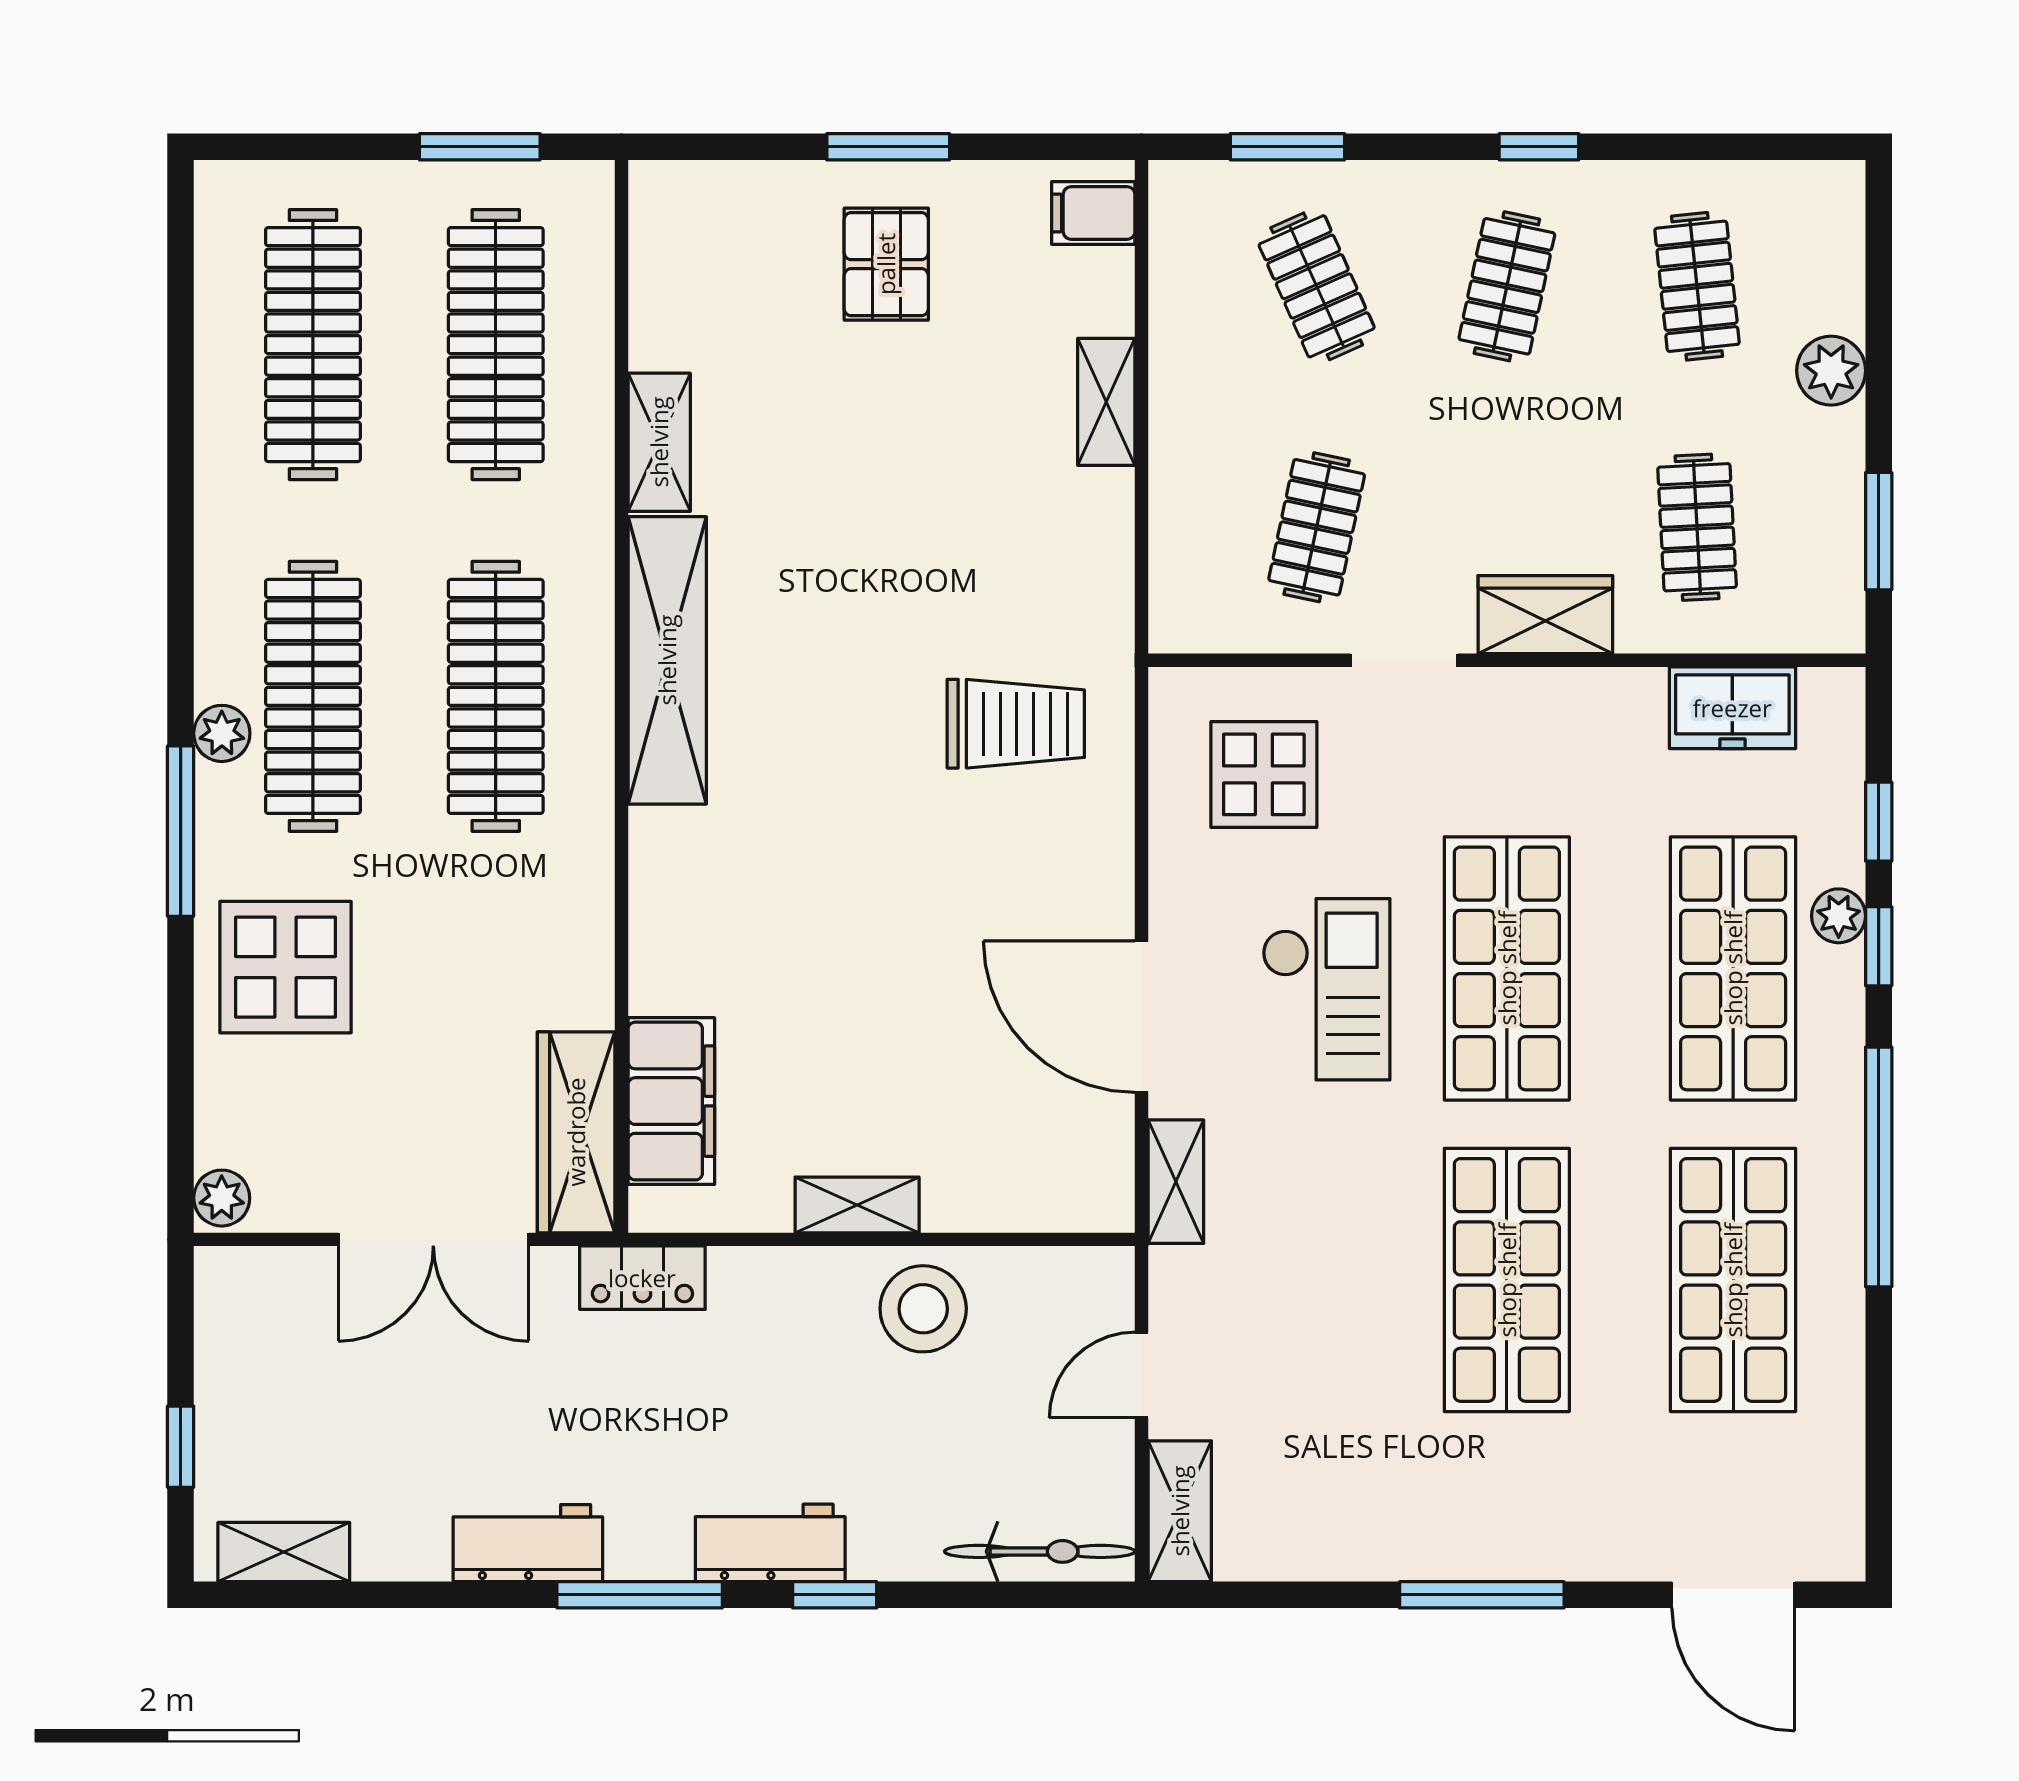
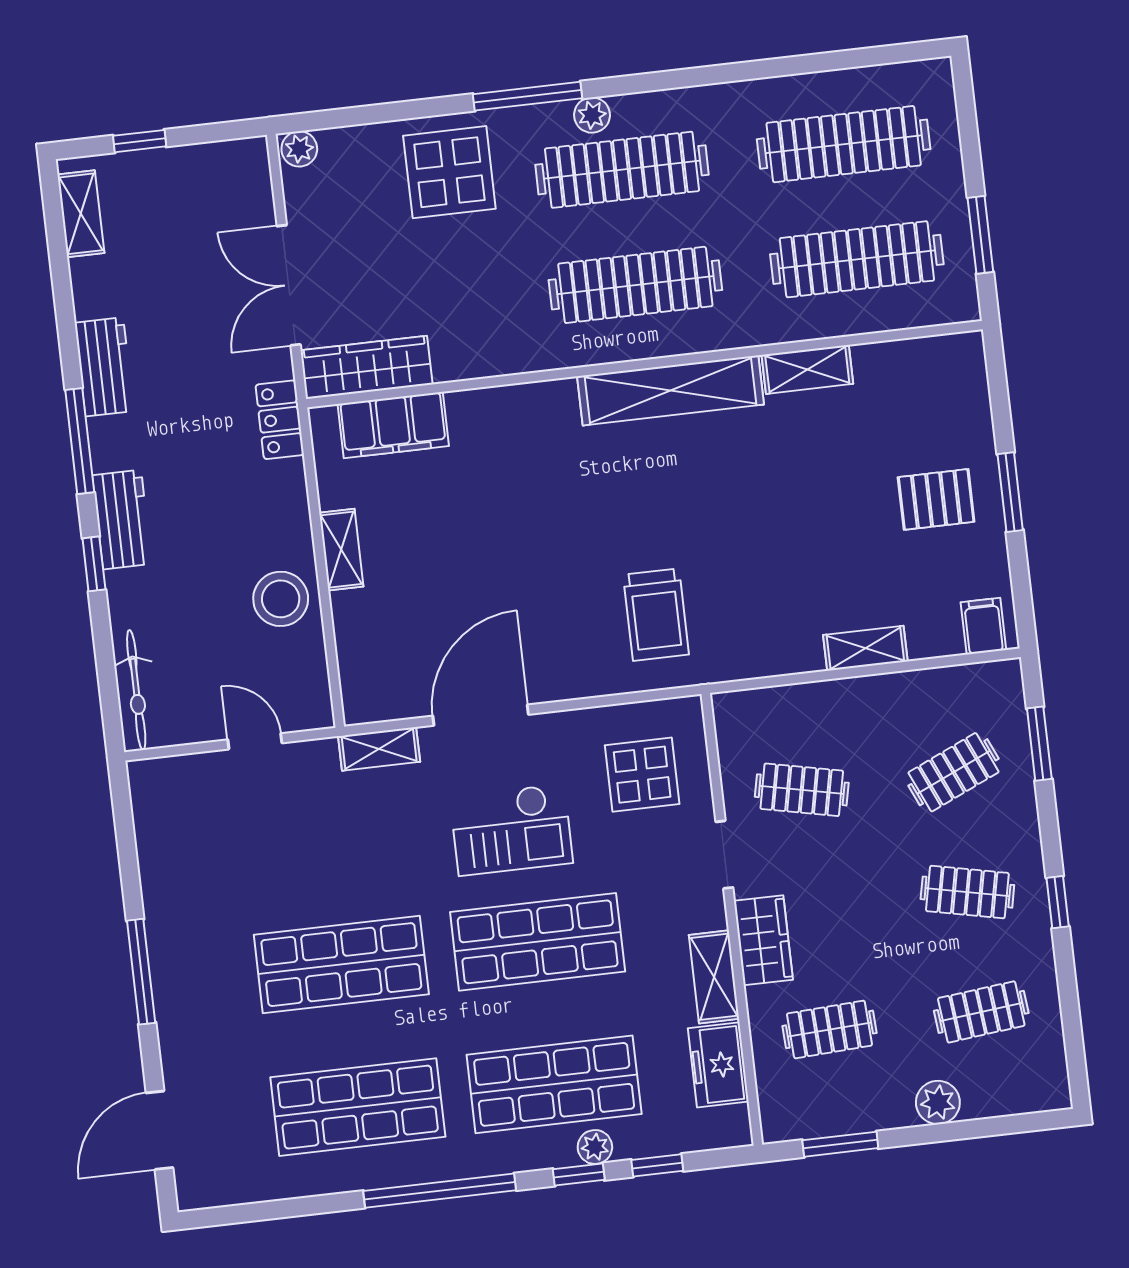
shelving: (1180, 1511) -> (714, 977), moved, turned 90

